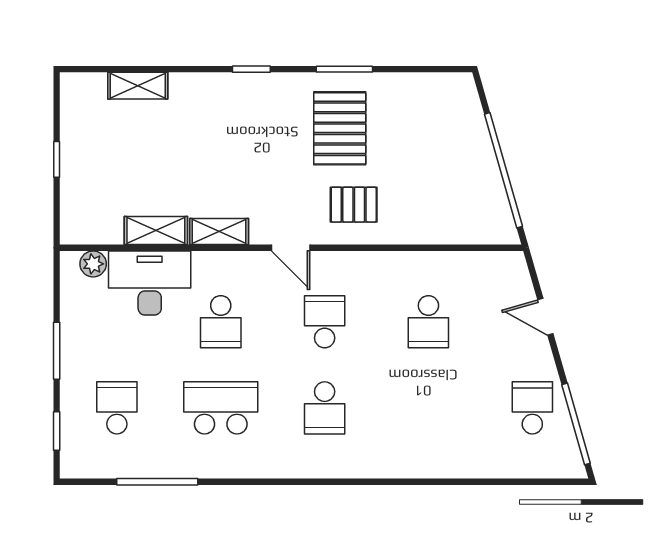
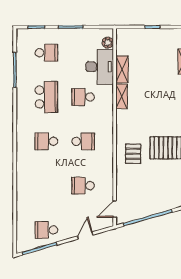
door: (291, 248) -> (115, 209), moved
school desk: (532, 408) -> (46, 230), turned 180

